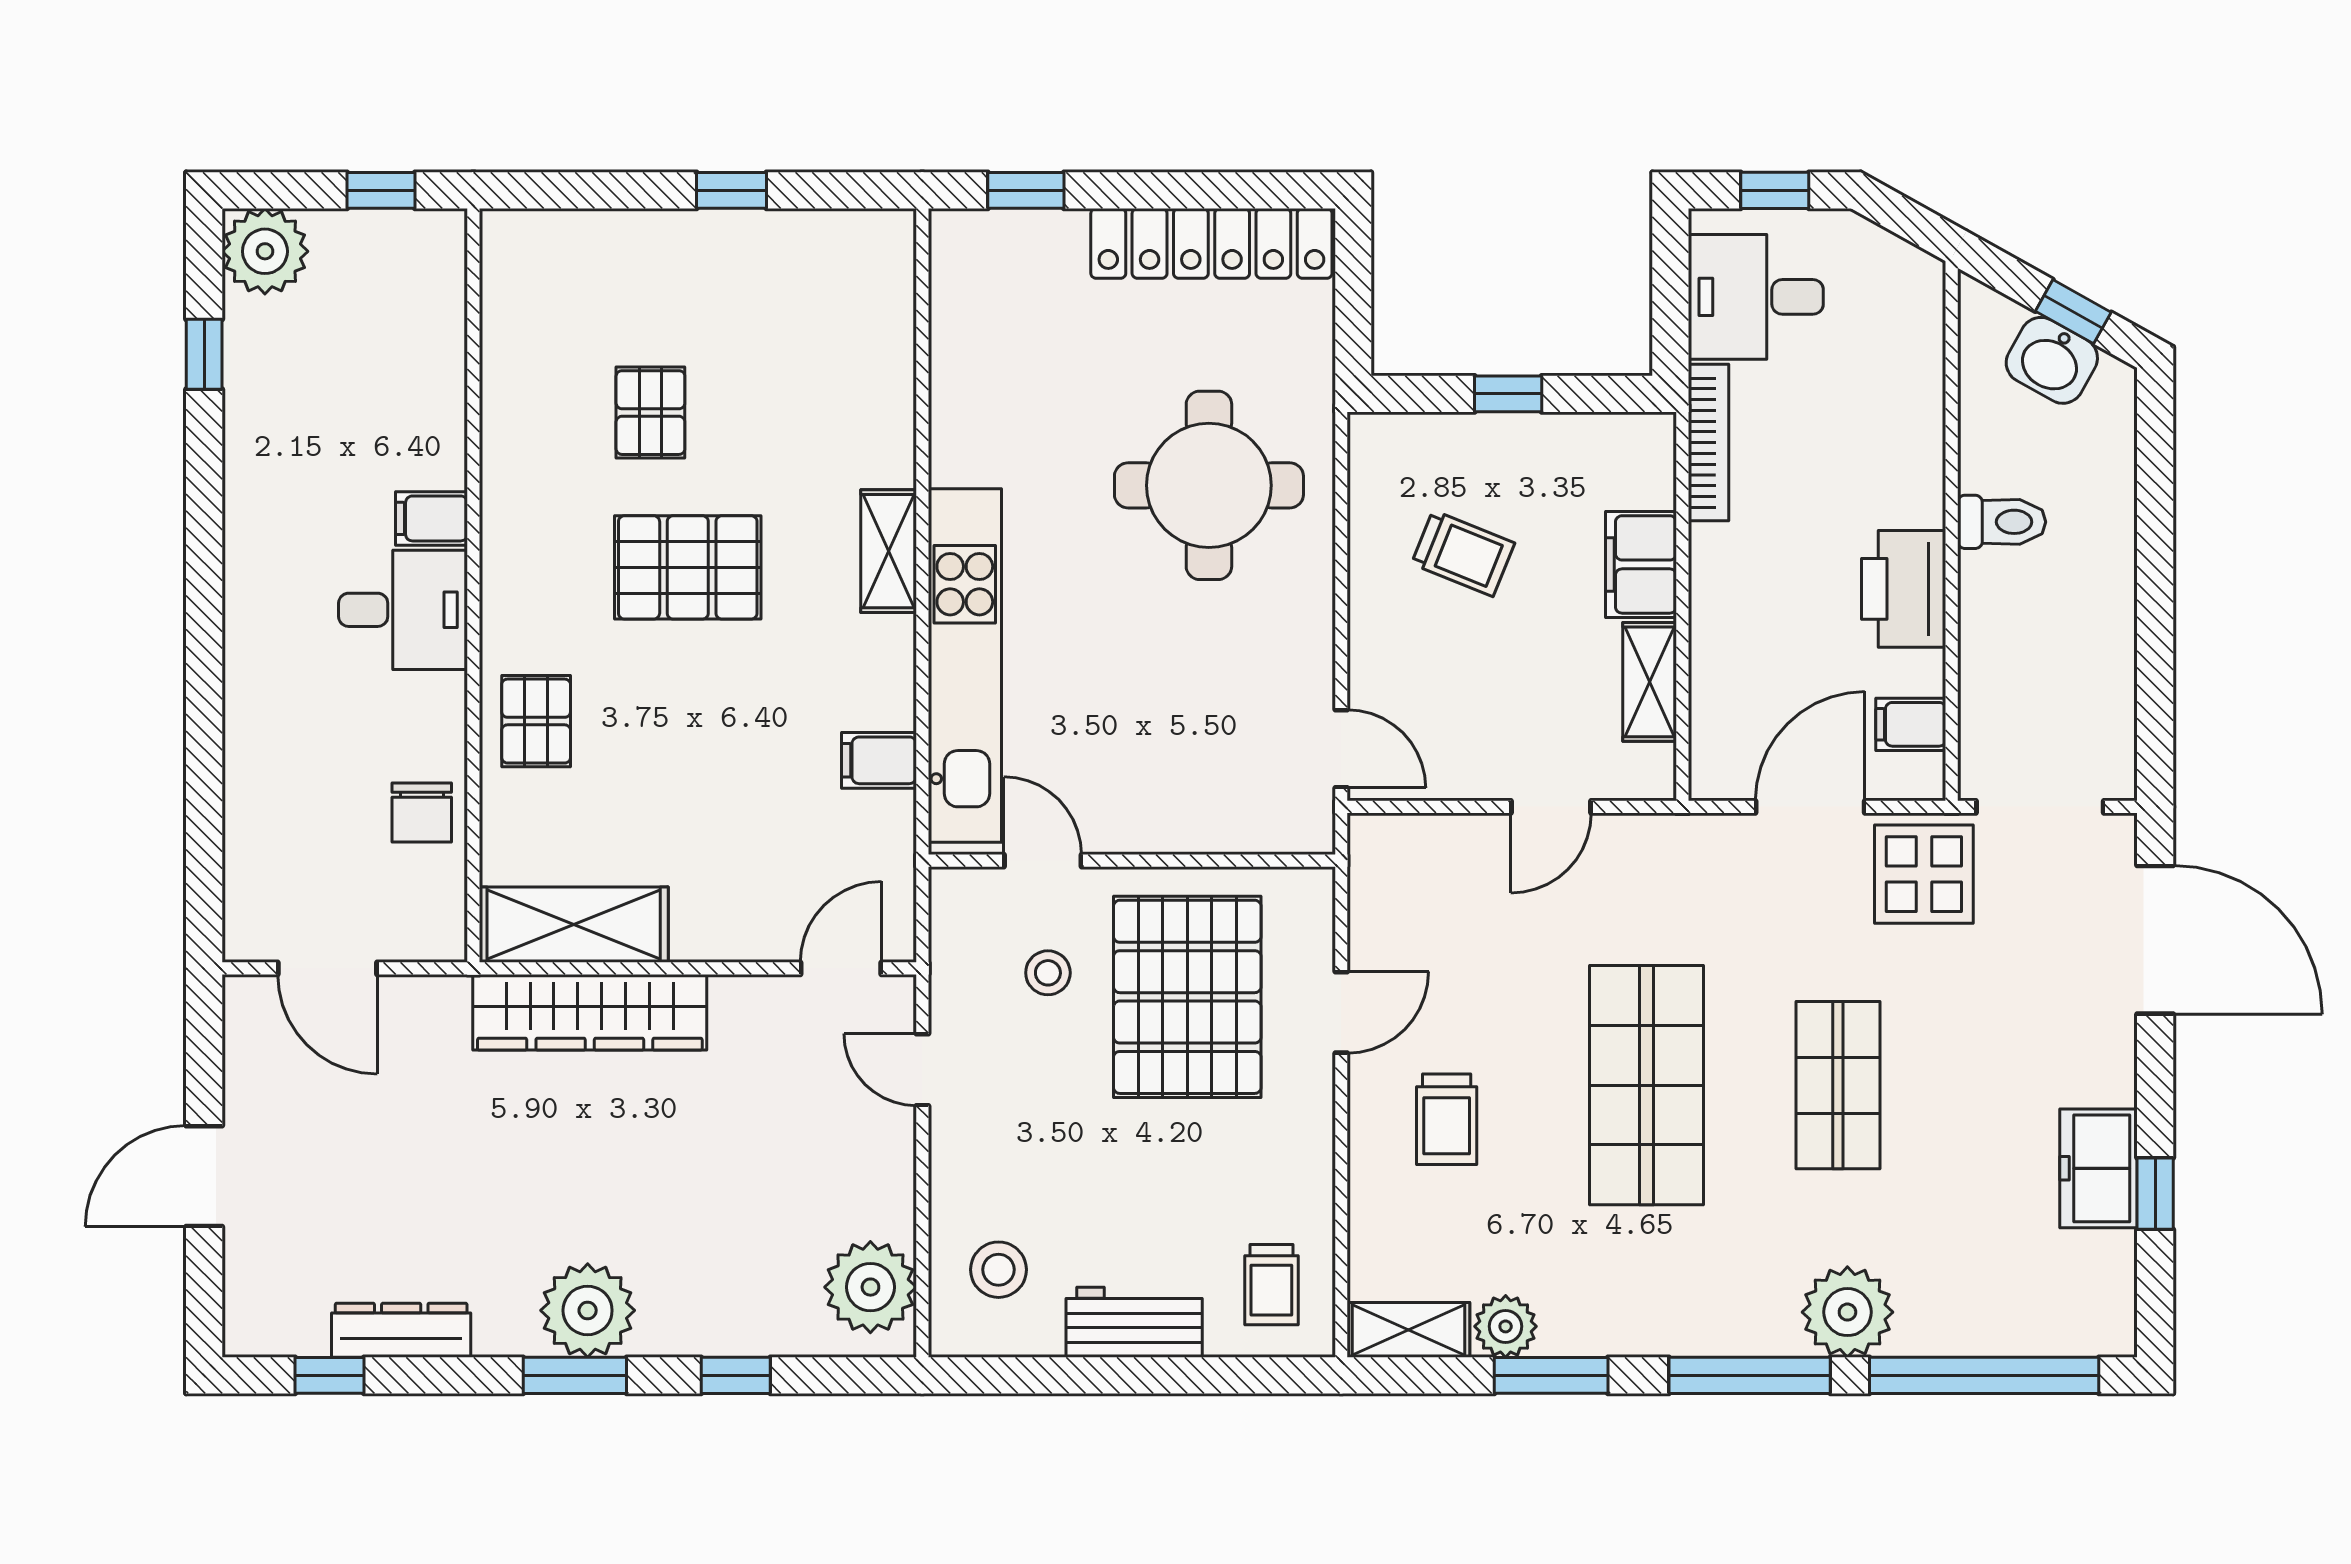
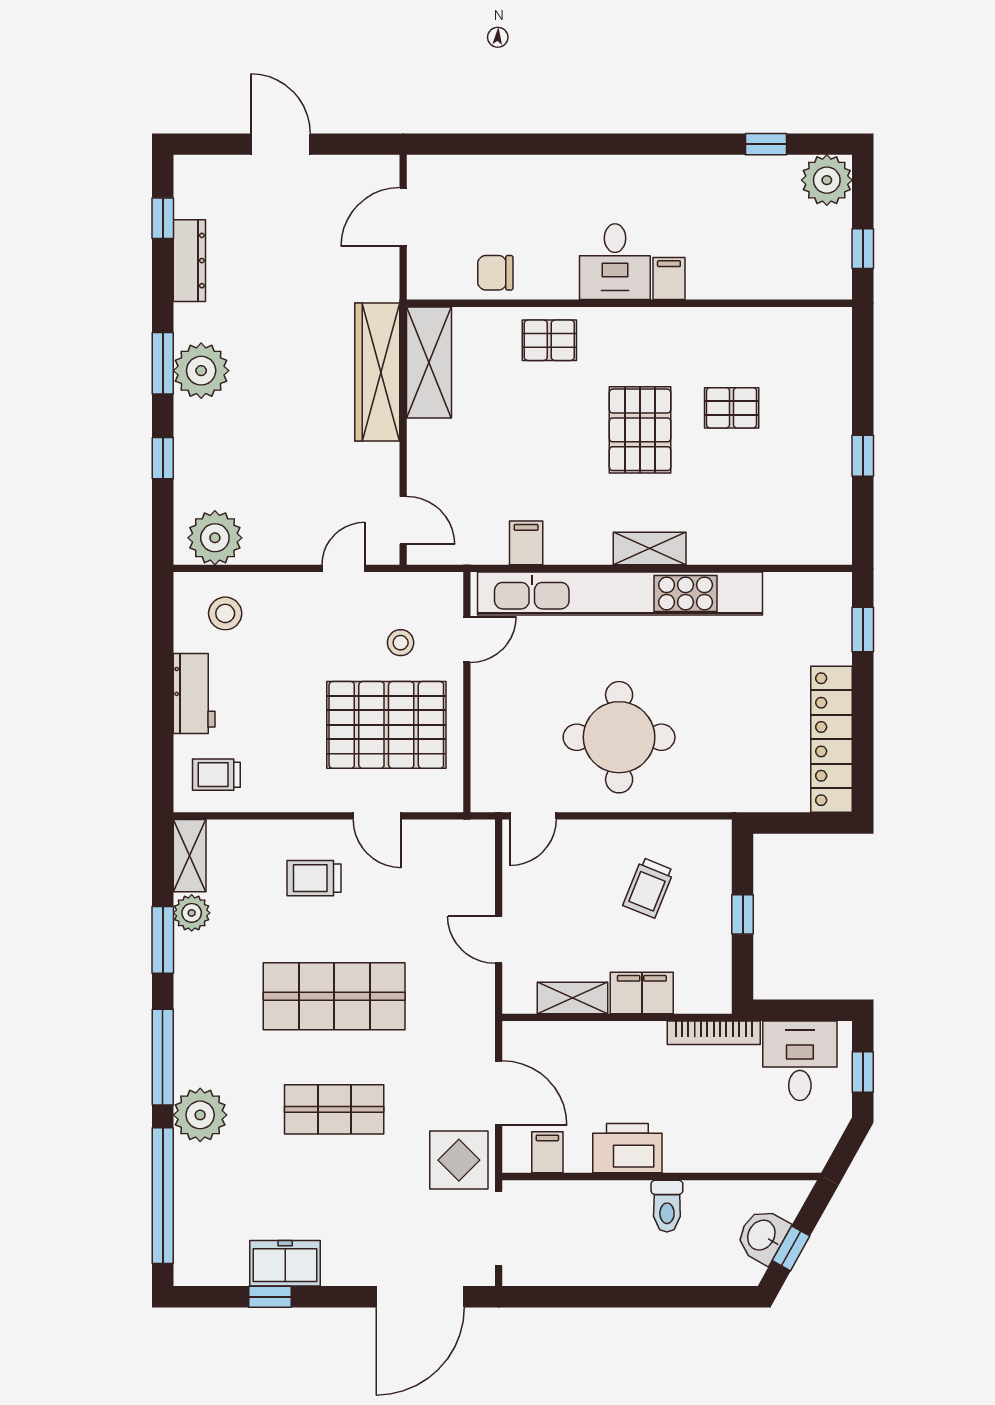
round table: (1209, 485) -> (619, 737), moved
kitchen unit: (965, 665) -> (620, 594), width x1.36

